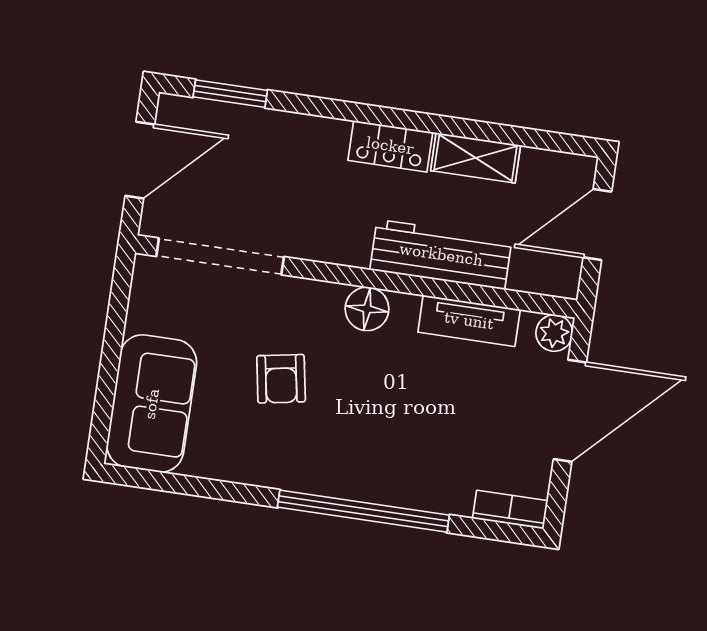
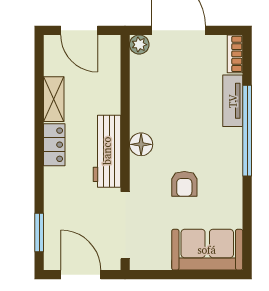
workbench: (441, 255) -> (107, 151), moved
tv unit: (469, 321) -> (233, 101), moved, turned 180
armchair: (281, 379) -> (184, 184), turned 100

